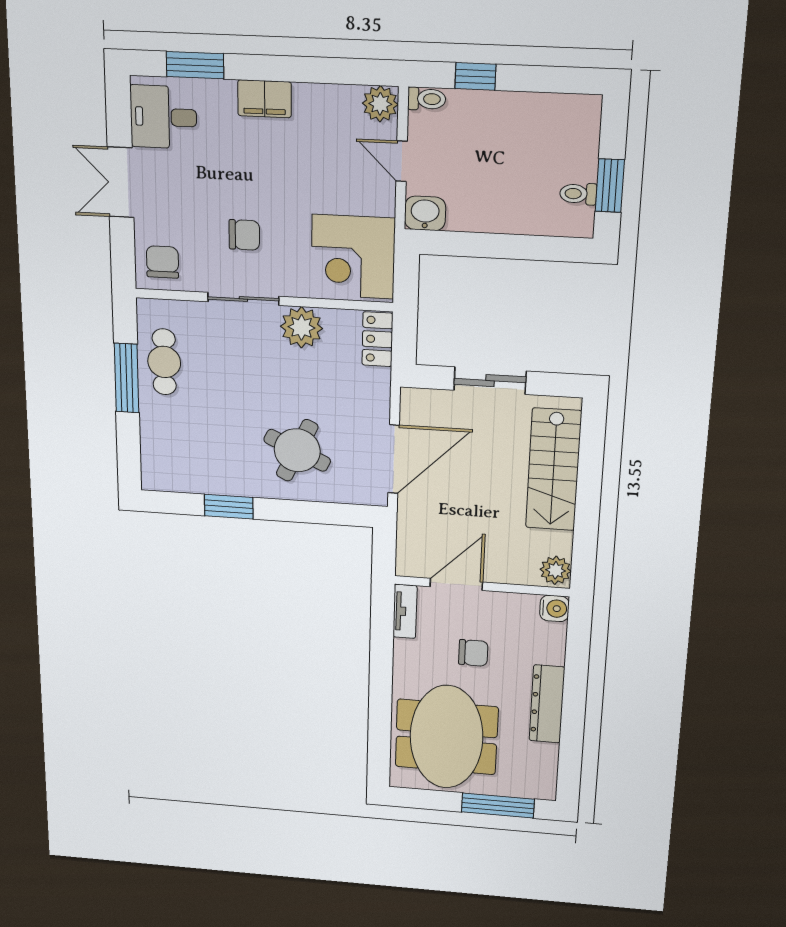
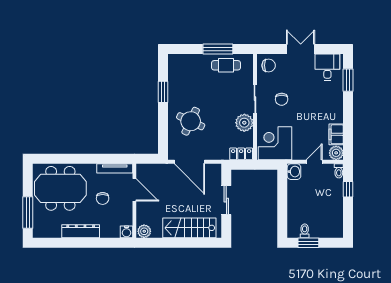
filing cabinet: (265, 99) -> (336, 134), moved
tv unit: (405, 611) -> (115, 168), width x1.41

